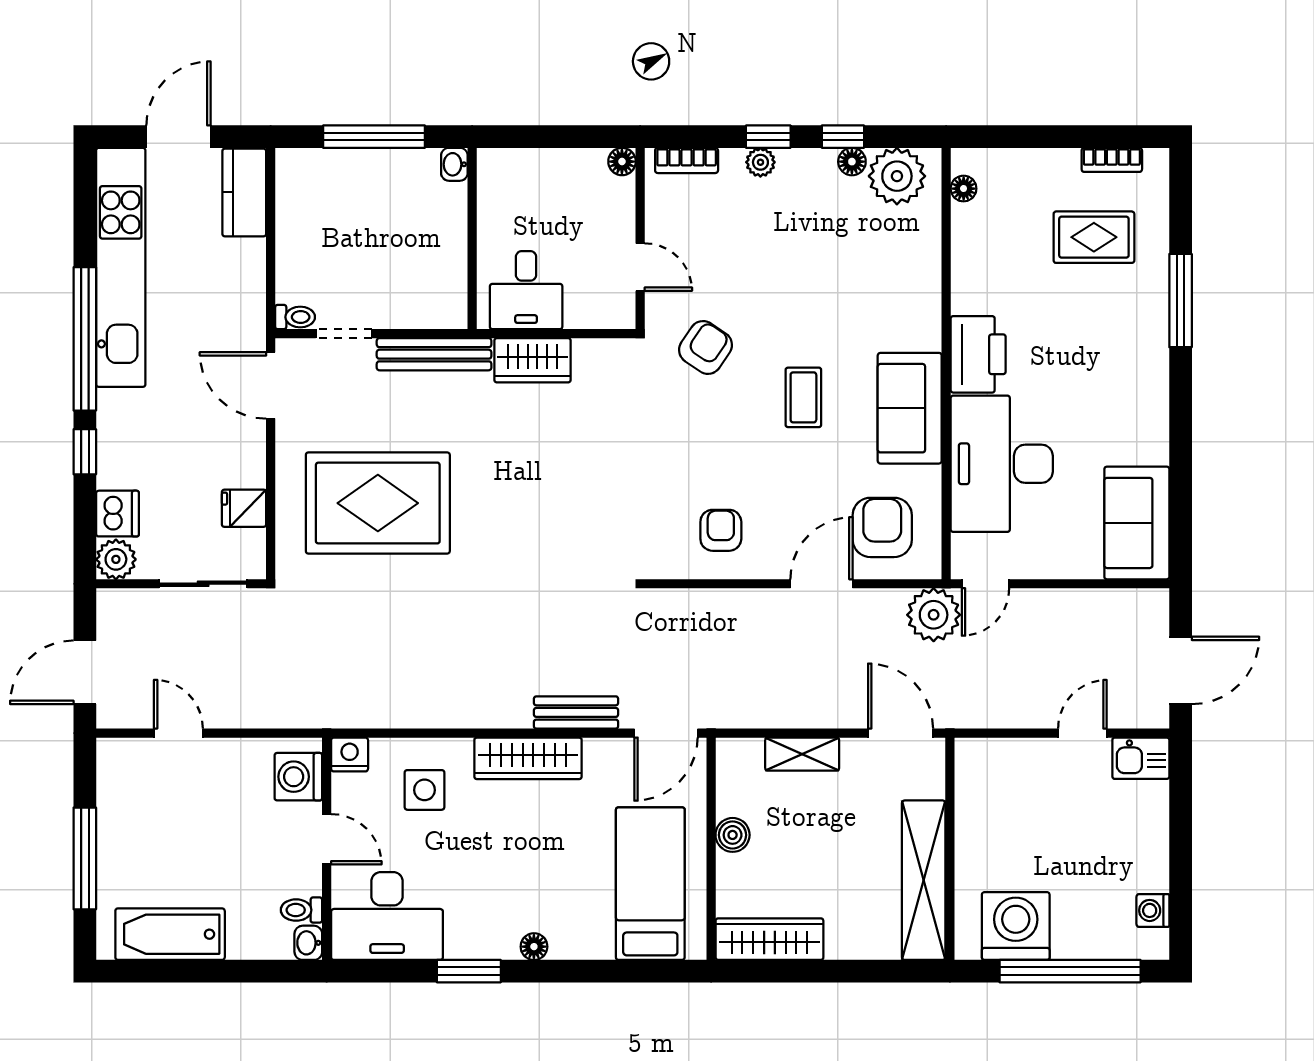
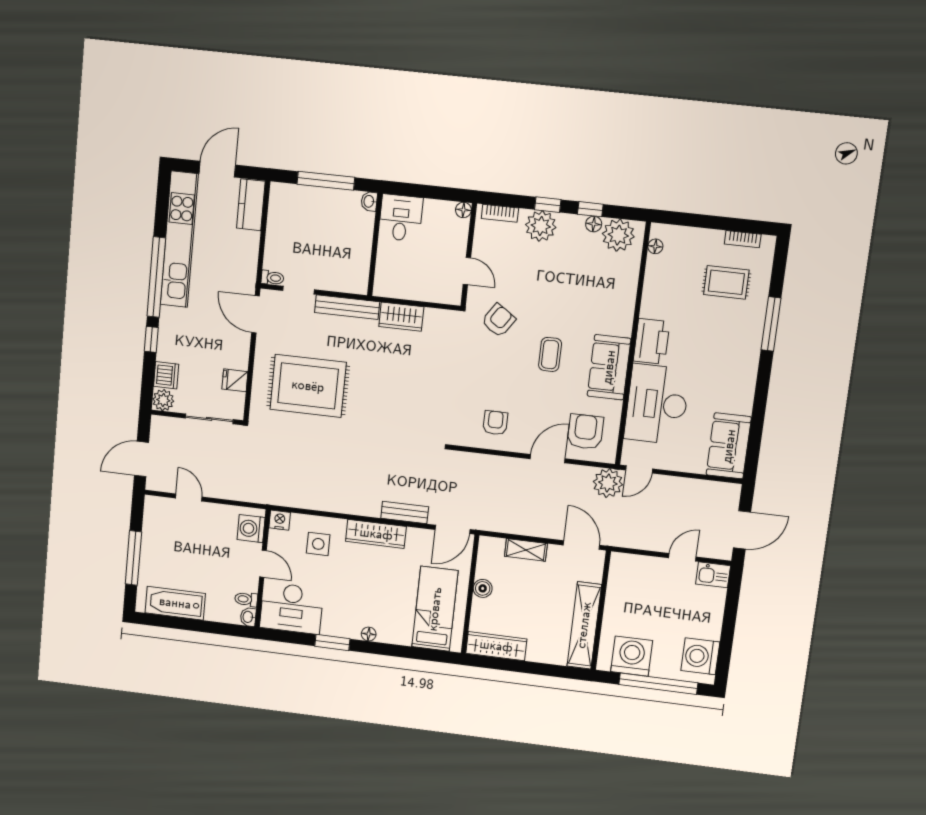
plant: (760, 162) -> (541, 226), width x1.88, depth x1.88
desk: (526, 290) -> (401, 218), moved, turned 180
washing machine: (1153, 910) -> (700, 656), width x1.89, depth x1.89

